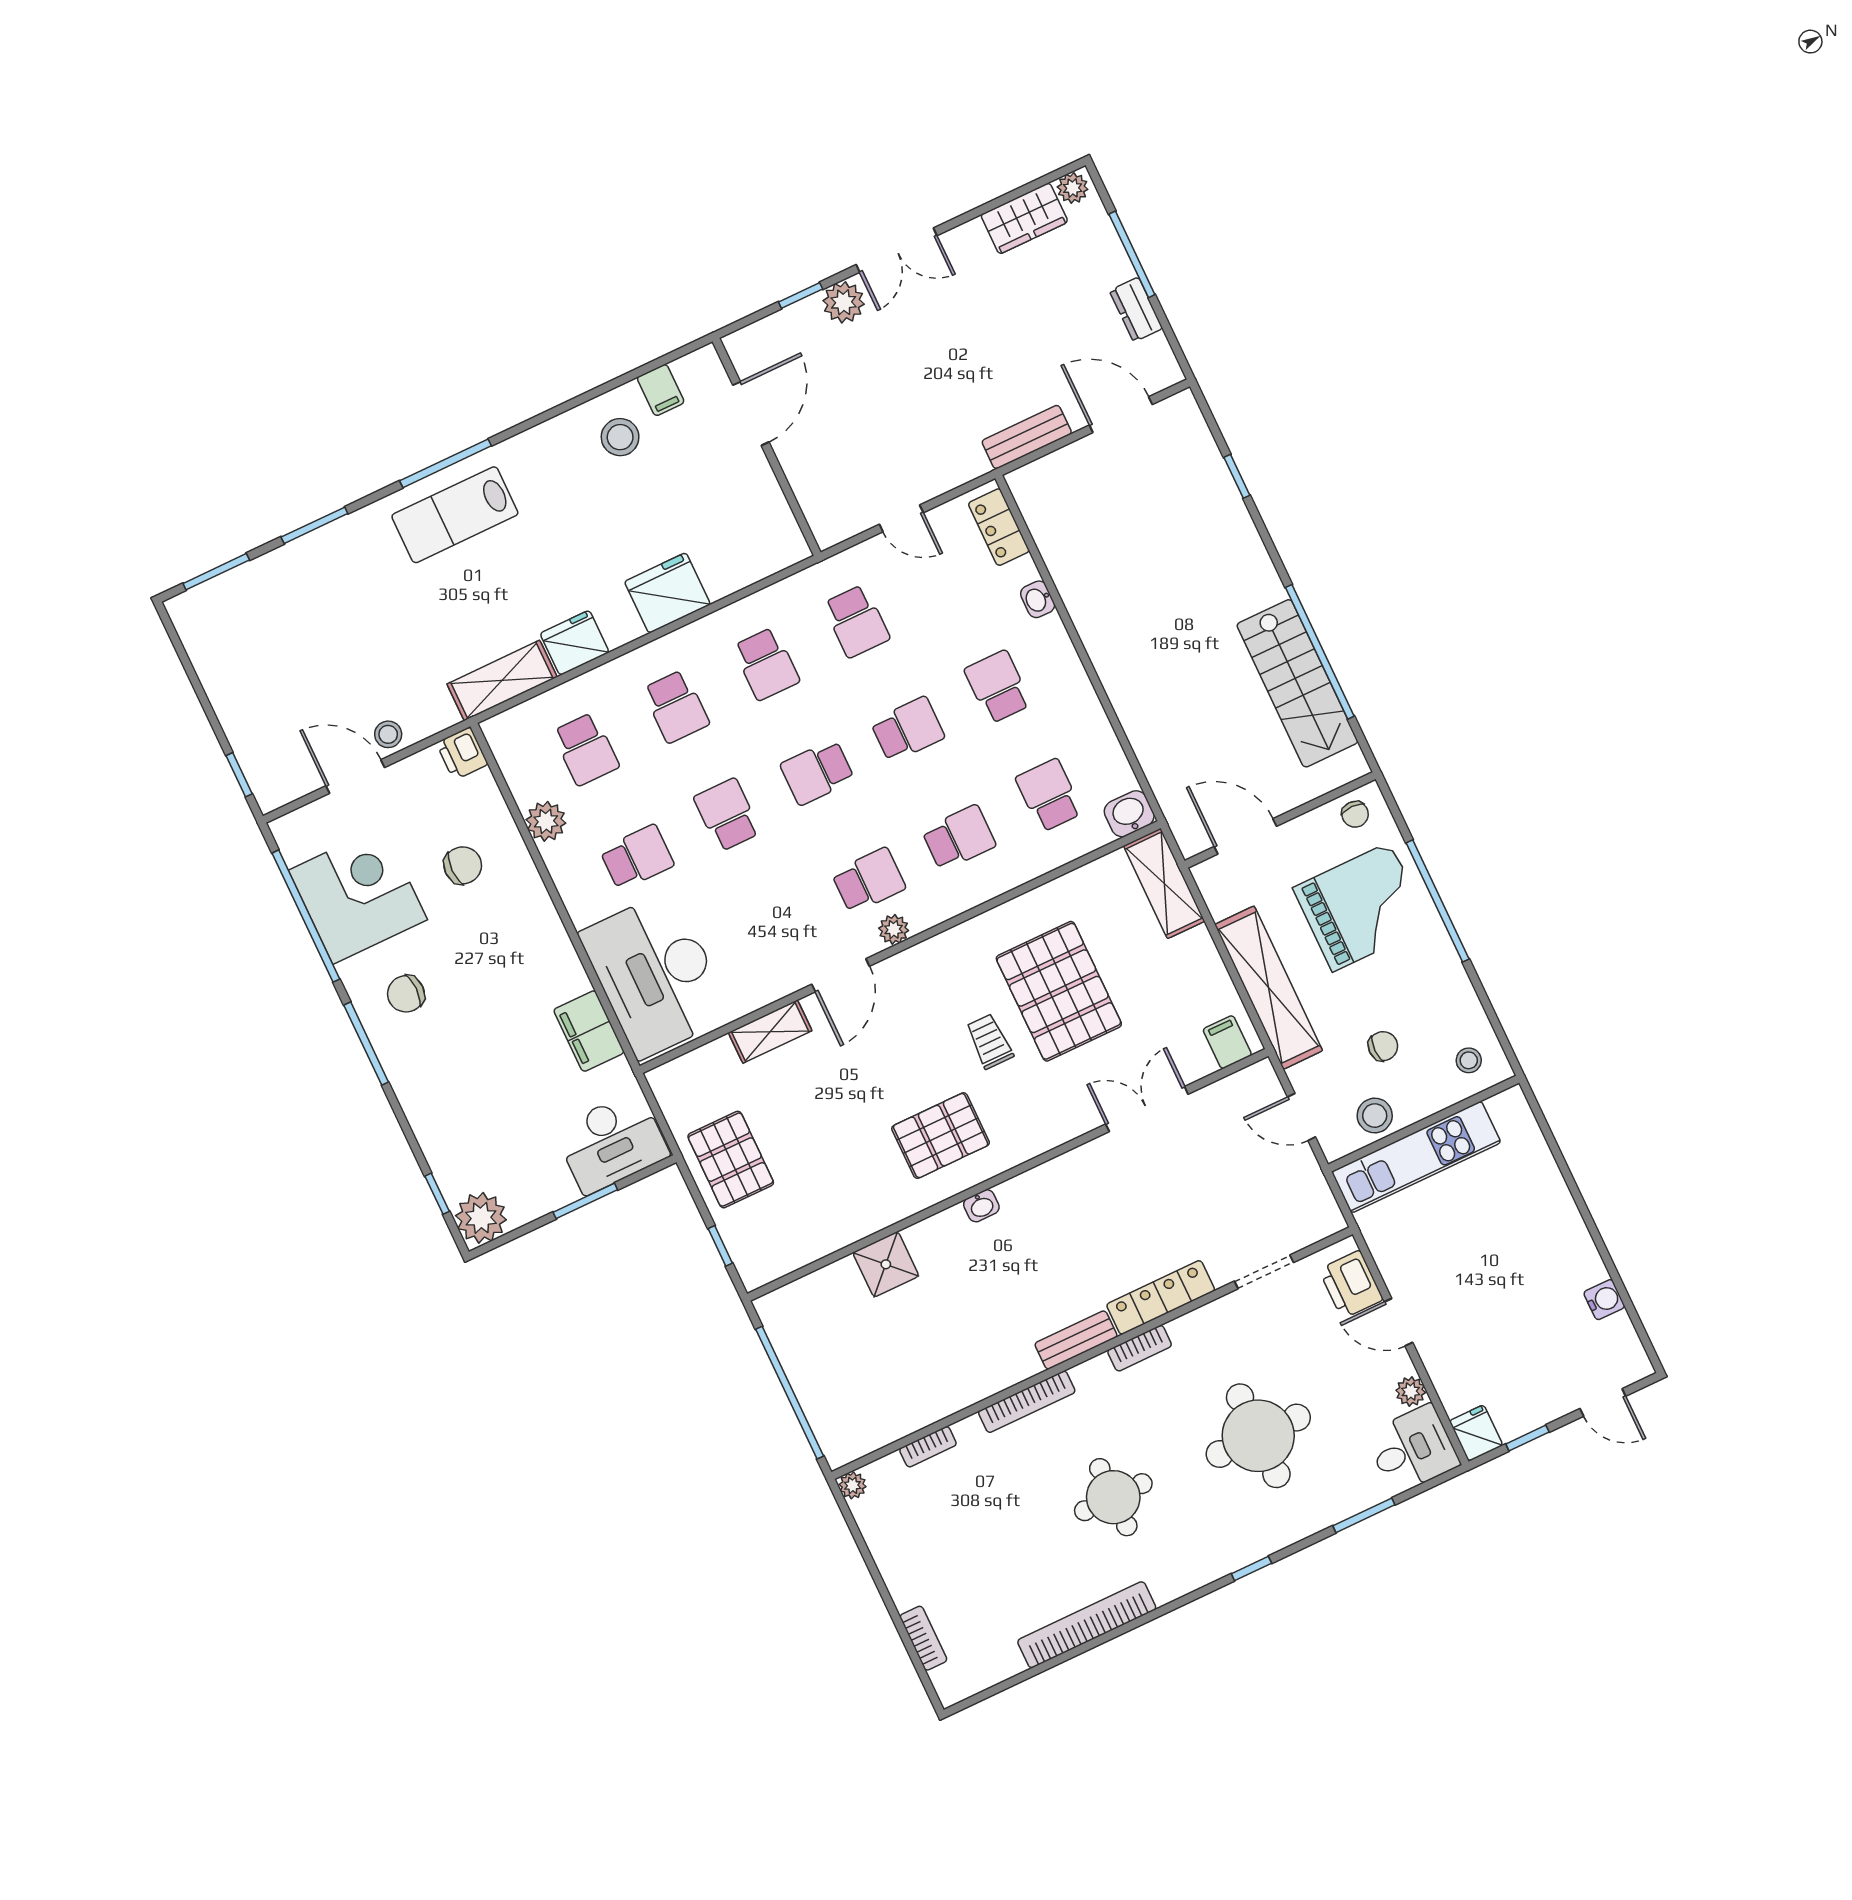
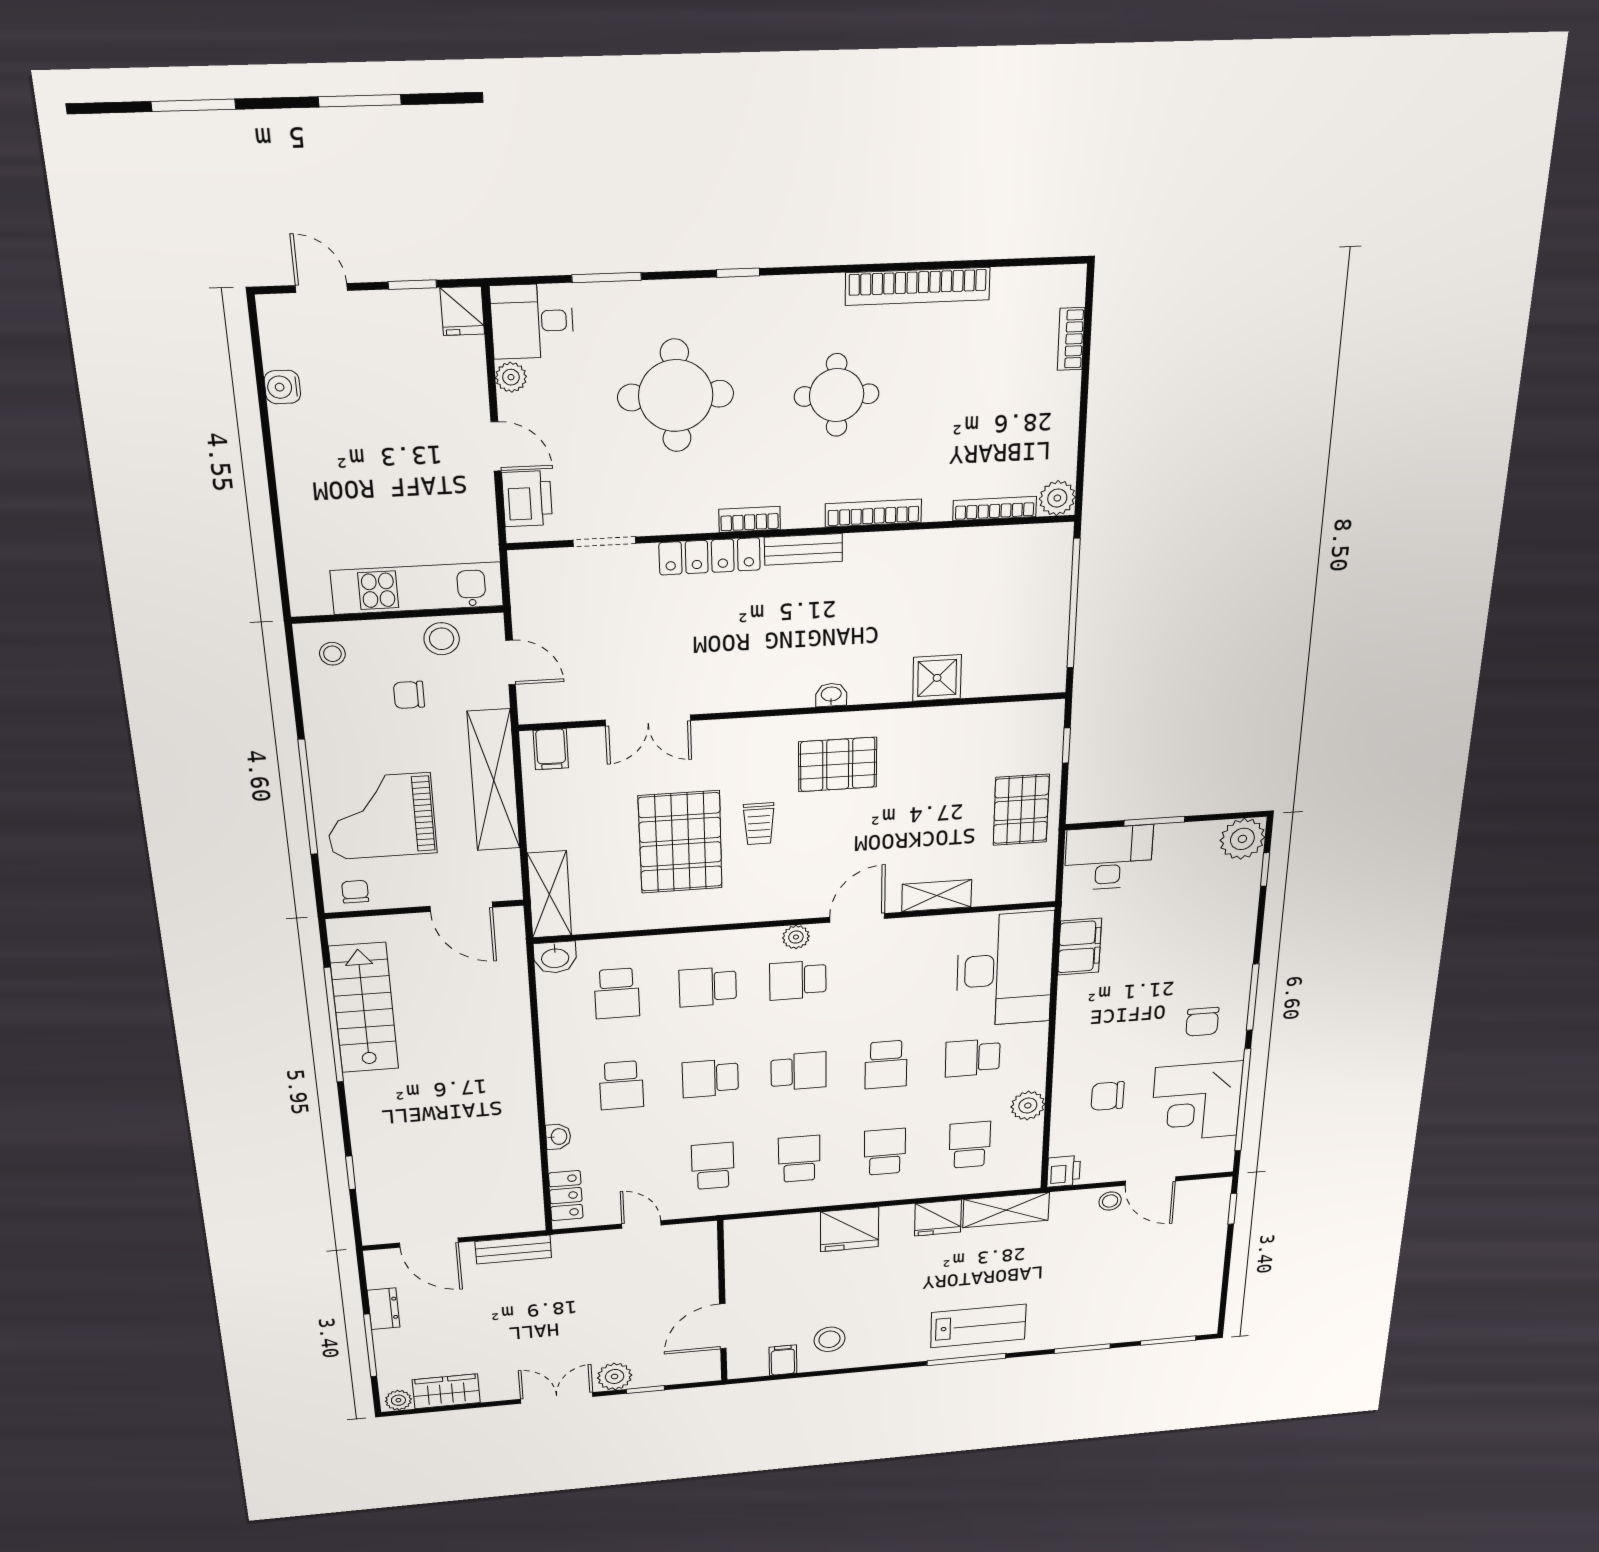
chair: (406, 994) -> (1202, 1022), turned 90
bookcase: (928, 1447) -> (995, 509), width x1.56
plant: (853, 1485) -> (1057, 498), width x1.38, depth x1.38

